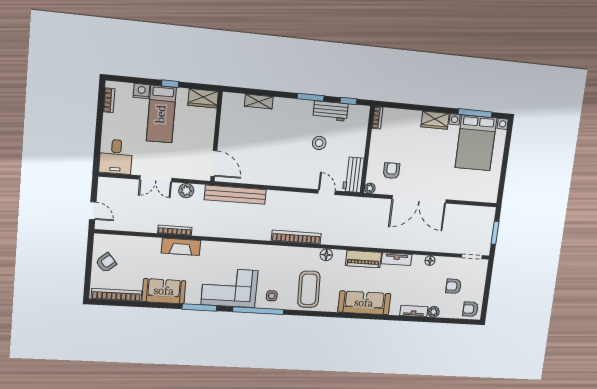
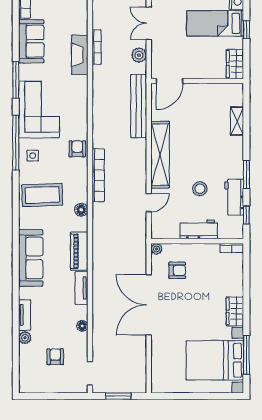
workbench: (353, 175) -> (199, 229), moved
shelving: (283, 178) -> (160, 155), added
armchair: (470, 309) -> (77, 149), moved

